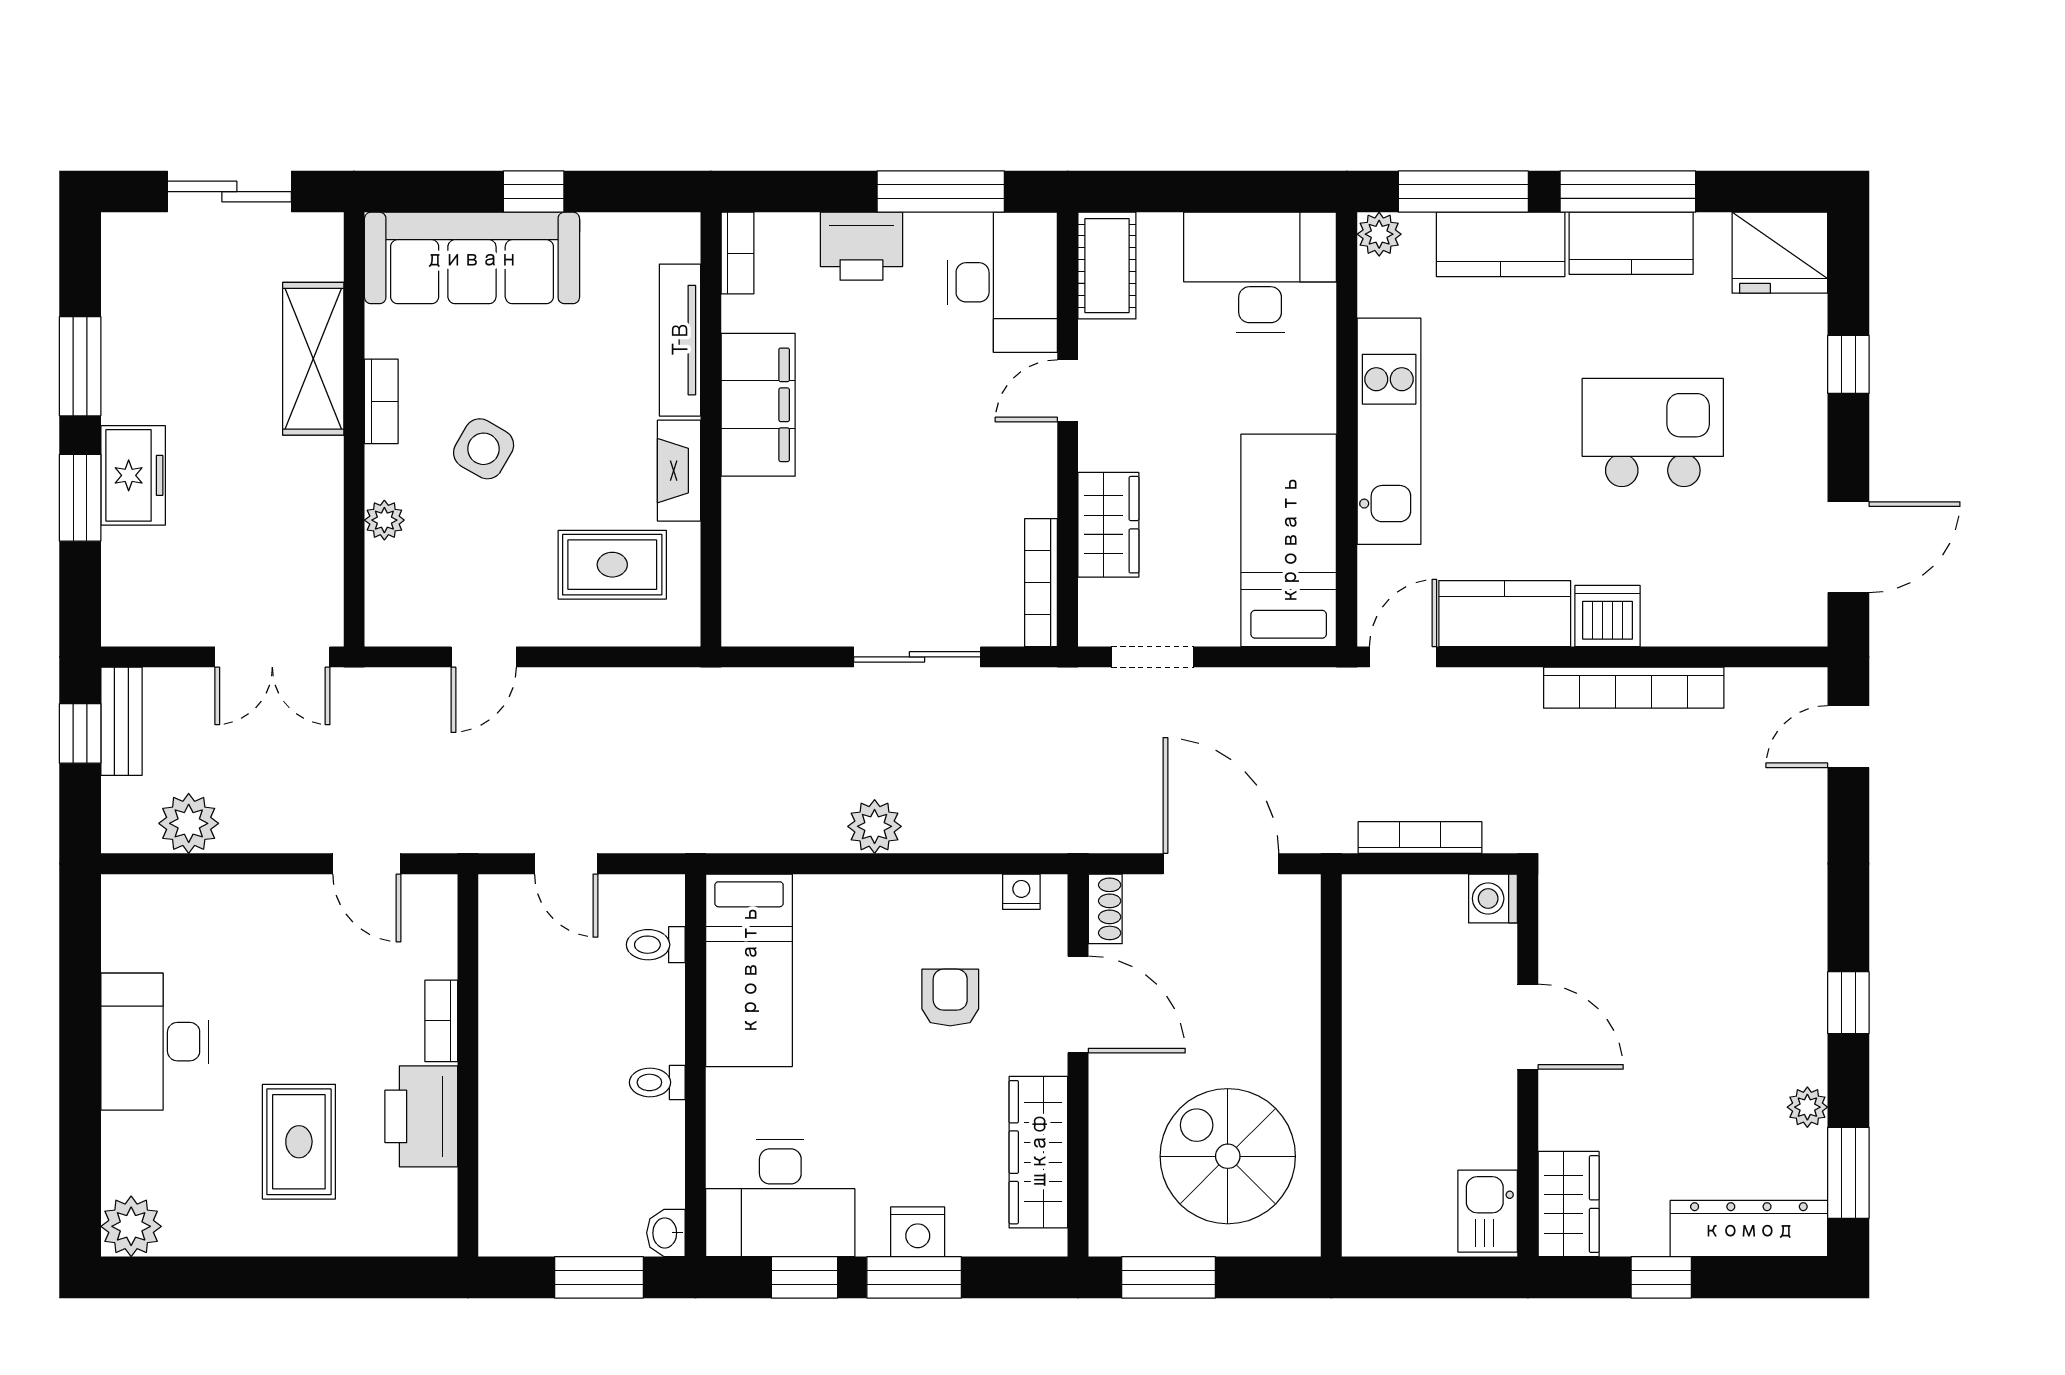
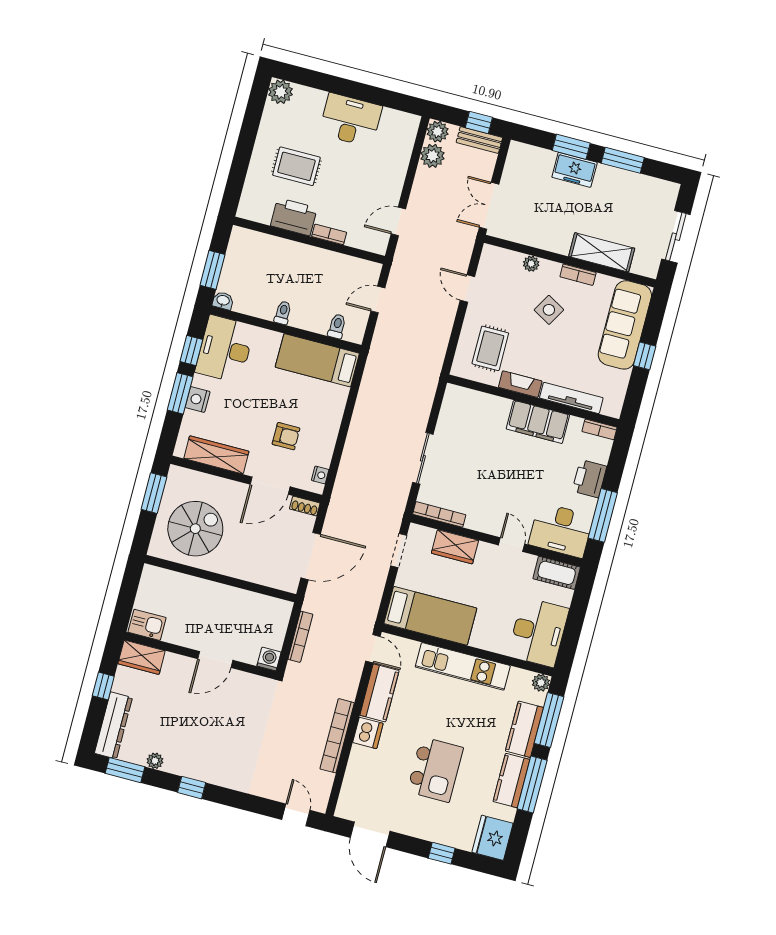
plant: (875, 826) -> (438, 132), moved

